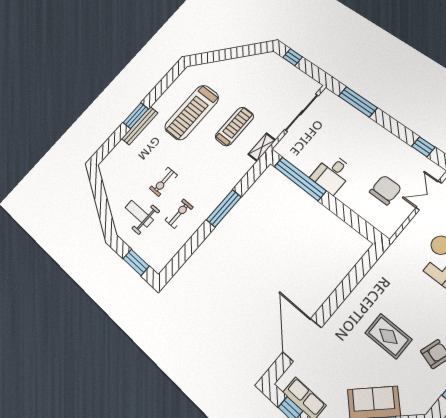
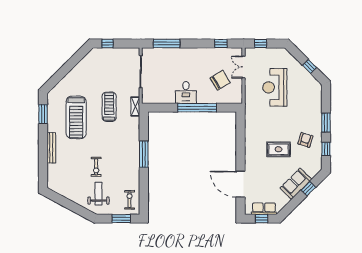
window: (136, 116) -> (43, 114), moved
window: (300, 179) -> (197, 108), moved
chair: (385, 190) -> (220, 80), turned 59
weight bench: (139, 214) -> (98, 194), turned 90
exercise bike: (179, 214) -> (130, 200), moved

